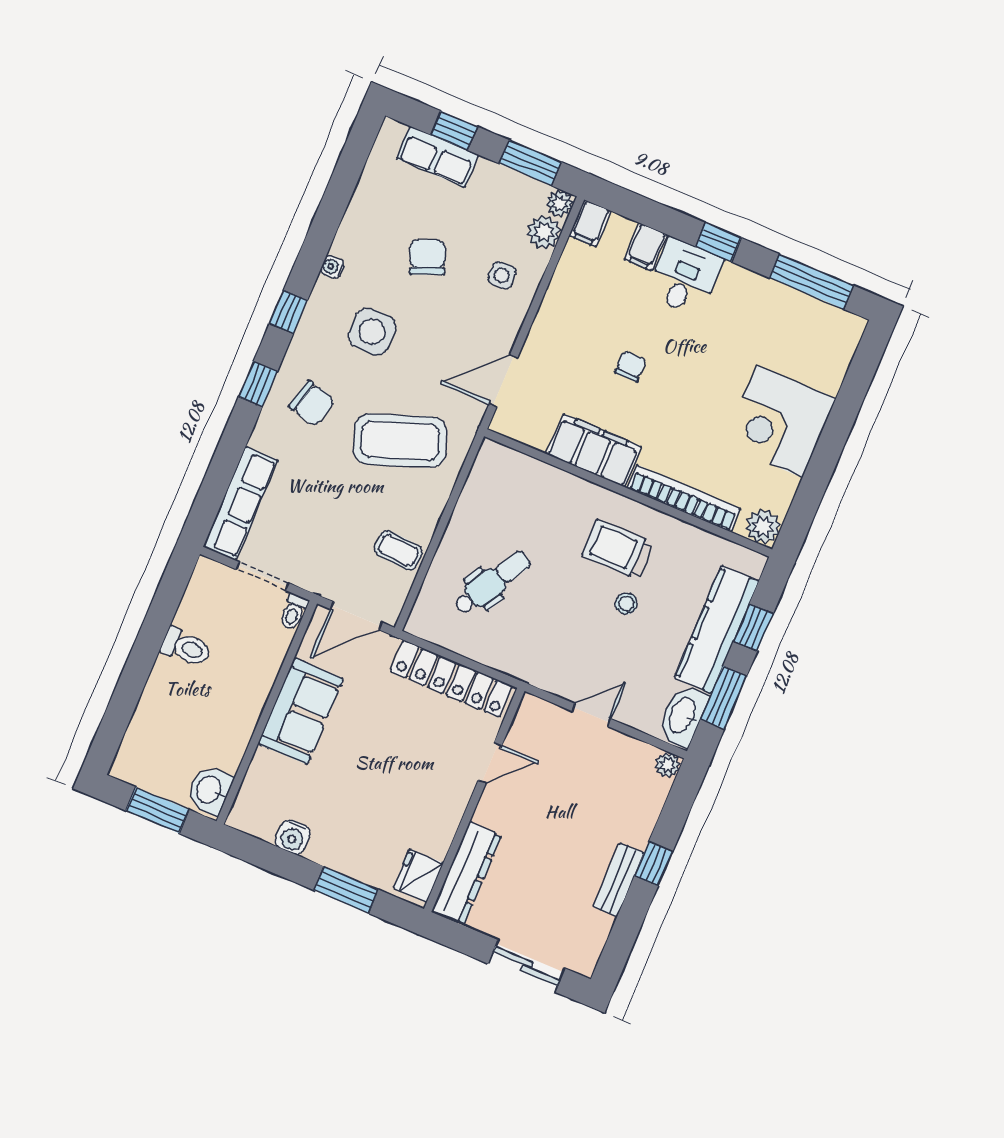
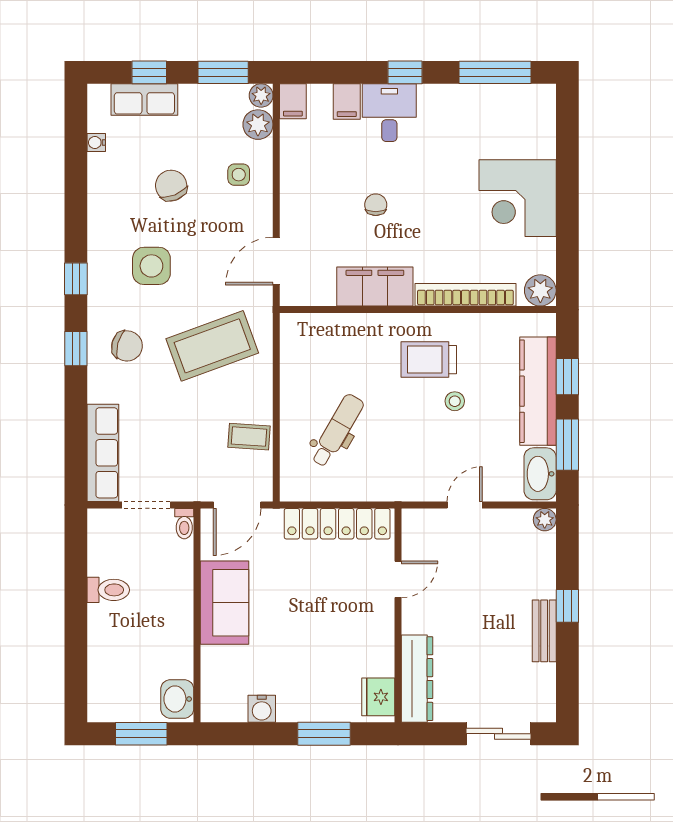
water cooler: (332, 267) -> (96, 143), moved

